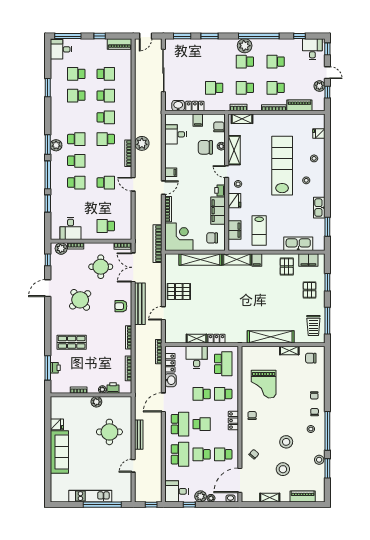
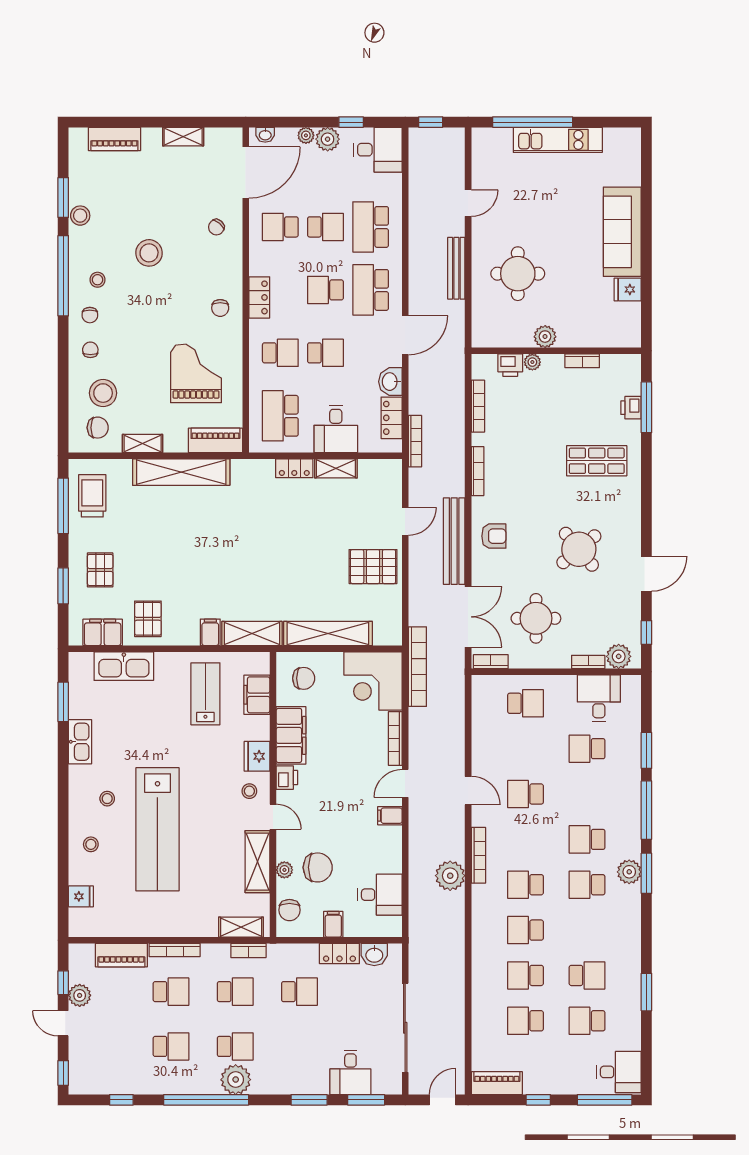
desk: (312, 49) -> (350, 1072), moved
school desk: (76, 74) -> (587, 1021), turned 180
school desk: (106, 139) -> (525, 885), turned 180
school desk: (76, 183) -> (587, 749), moved
piano: (254, 352) -> (215, 440), added
school desk: (223, 454) -> (280, 227), turned 180
stool: (283, 469) -> (103, 393), moved

